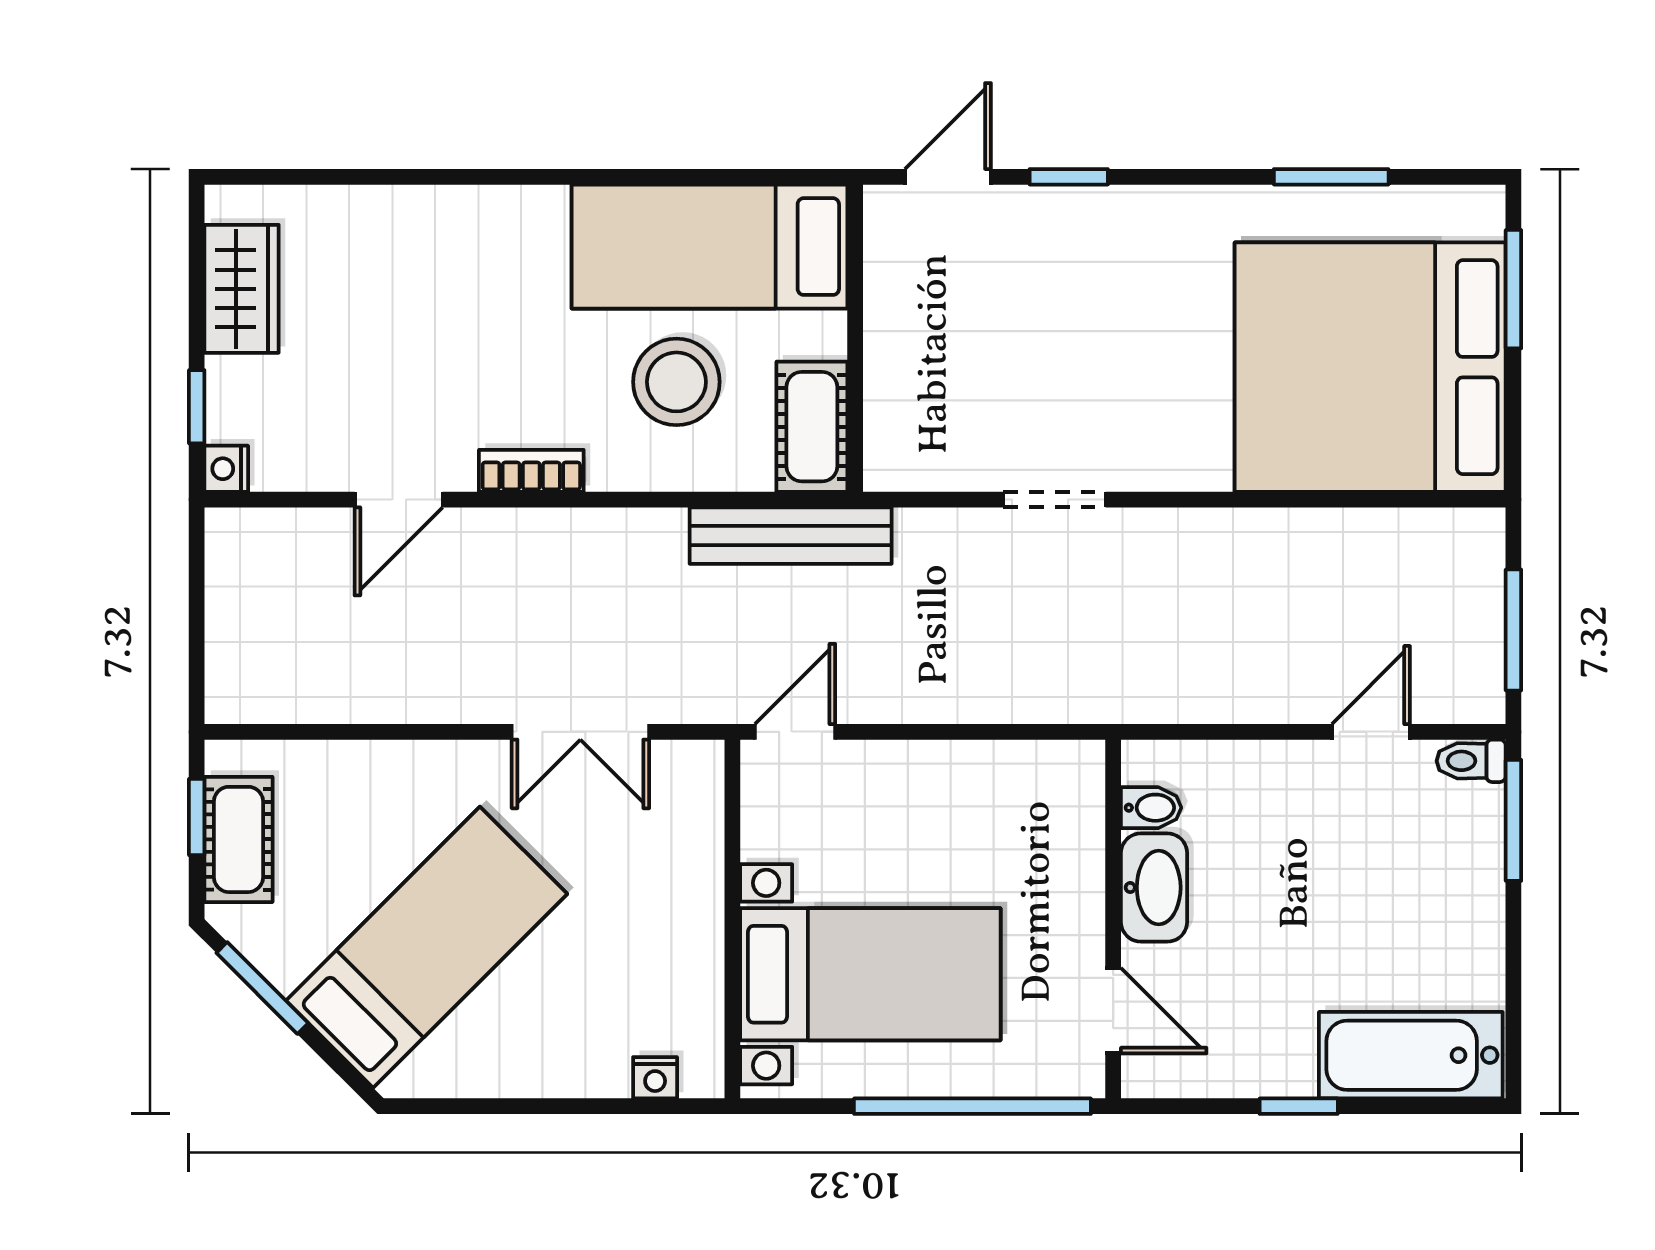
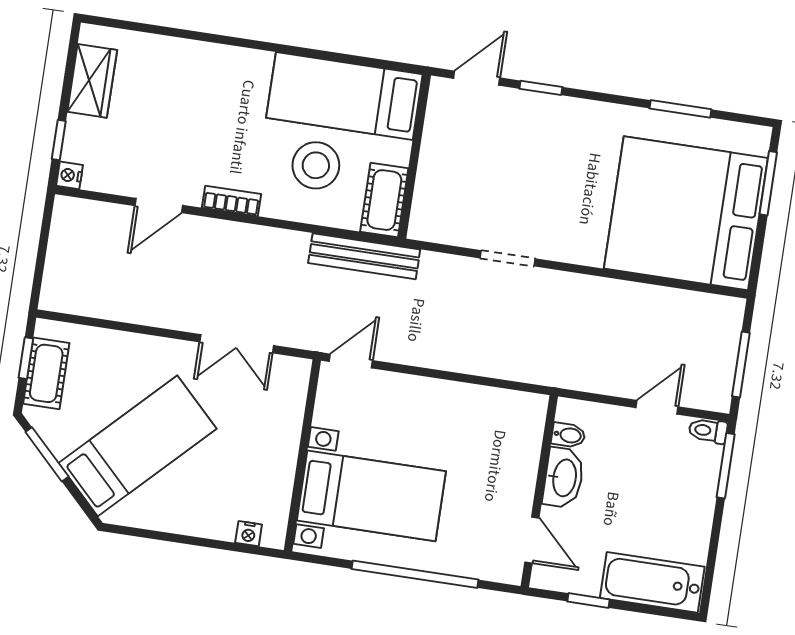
bidet: (1151, 808) -> (568, 435), moved
washbasin: (1154, 888) -> (563, 478), moved
wall: (1113, 919) -> (539, 491), moved
door: (1113, 1011) -> (532, 540), moved

